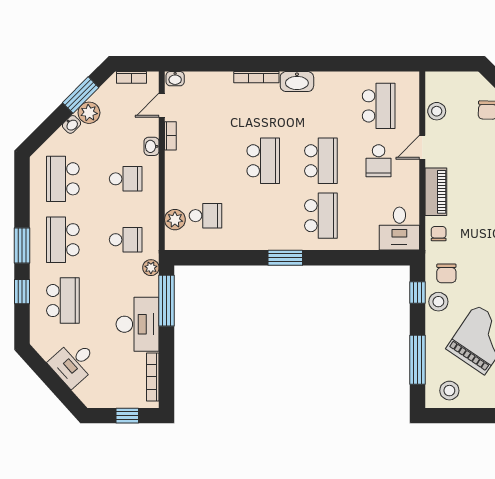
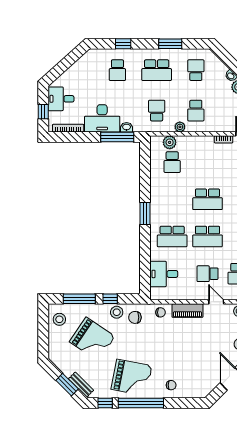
washbasin: (151, 146) -> (127, 127), moved
school desk: (63, 179) -> (196, 70), width x0.54
desk: (399, 229) -> (164, 274), moved
school desk: (63, 240) -> (157, 70), turned 180
school desk: (126, 240) -> (157, 111), turned 180
window: (22, 245) -> (170, 44), moved
plant: (151, 268) -> (180, 127), moved
window: (418, 292) -> (110, 299), moved
school desk: (63, 301) -> (117, 70), width x0.54
desk: (74, 363) -> (61, 99), moved, turned -48

